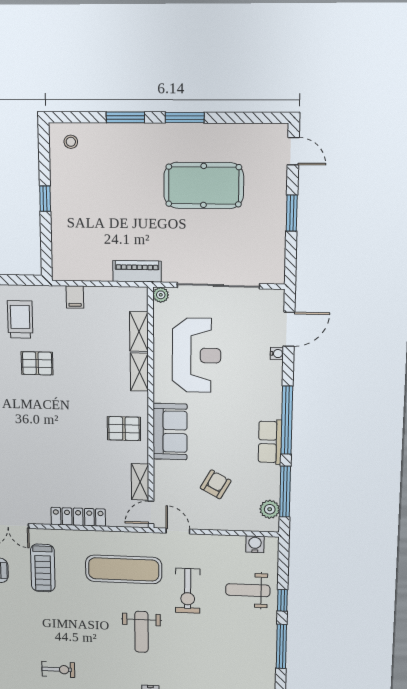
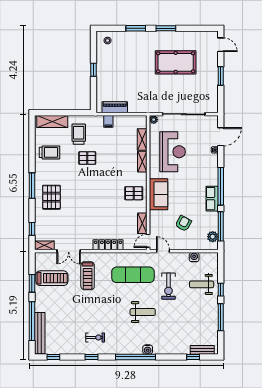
piano: (137, 271) -> (115, 107), moved
water cooler: (255, 544) -> (194, 257), moved
weight bench: (141, 632) -> (143, 312), turned -90

